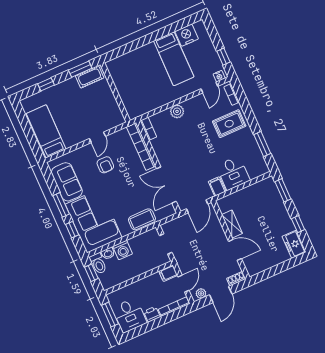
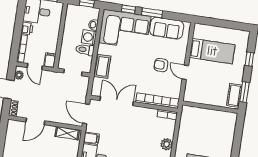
bed: (46, 131) -> (212, 51), moved
shelving: (232, 224) -> (67, 133), moved
toilet: (98, 263) -> (85, 50), moved

